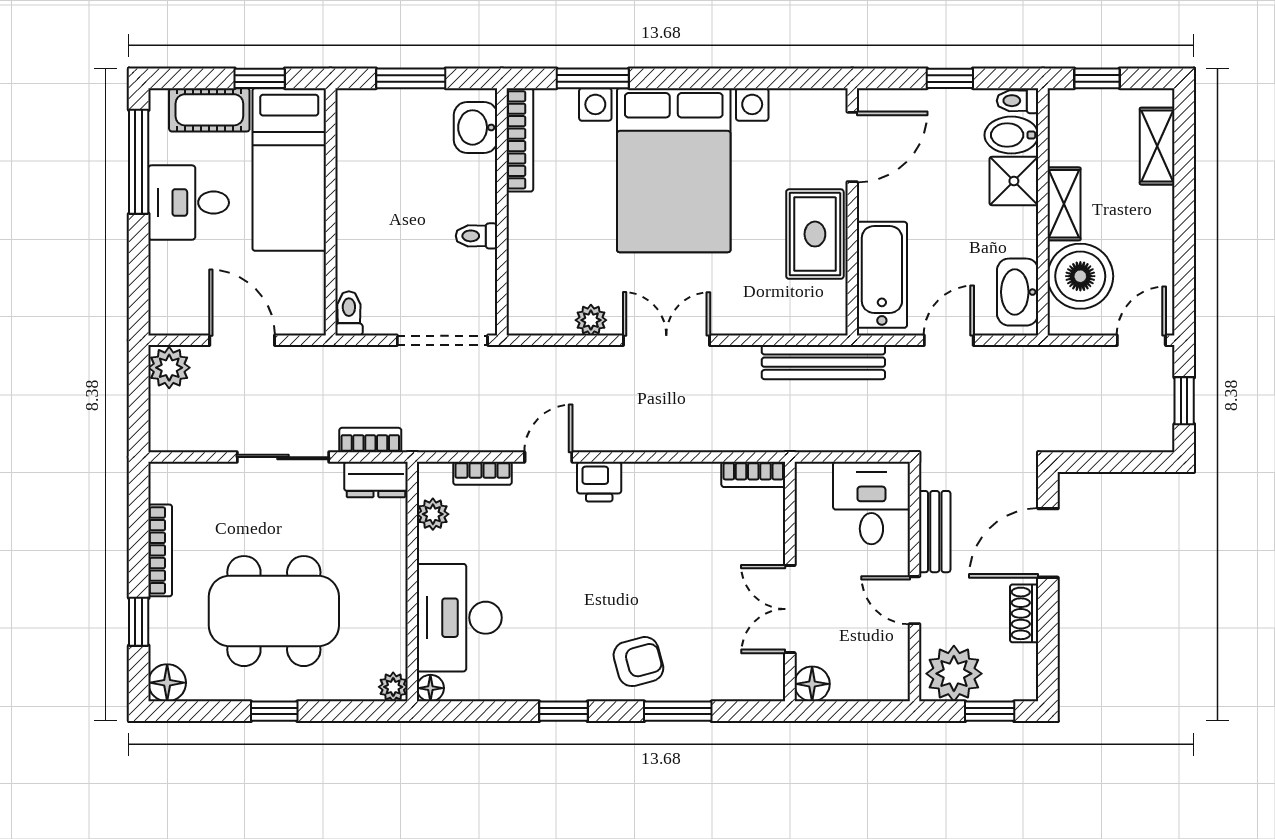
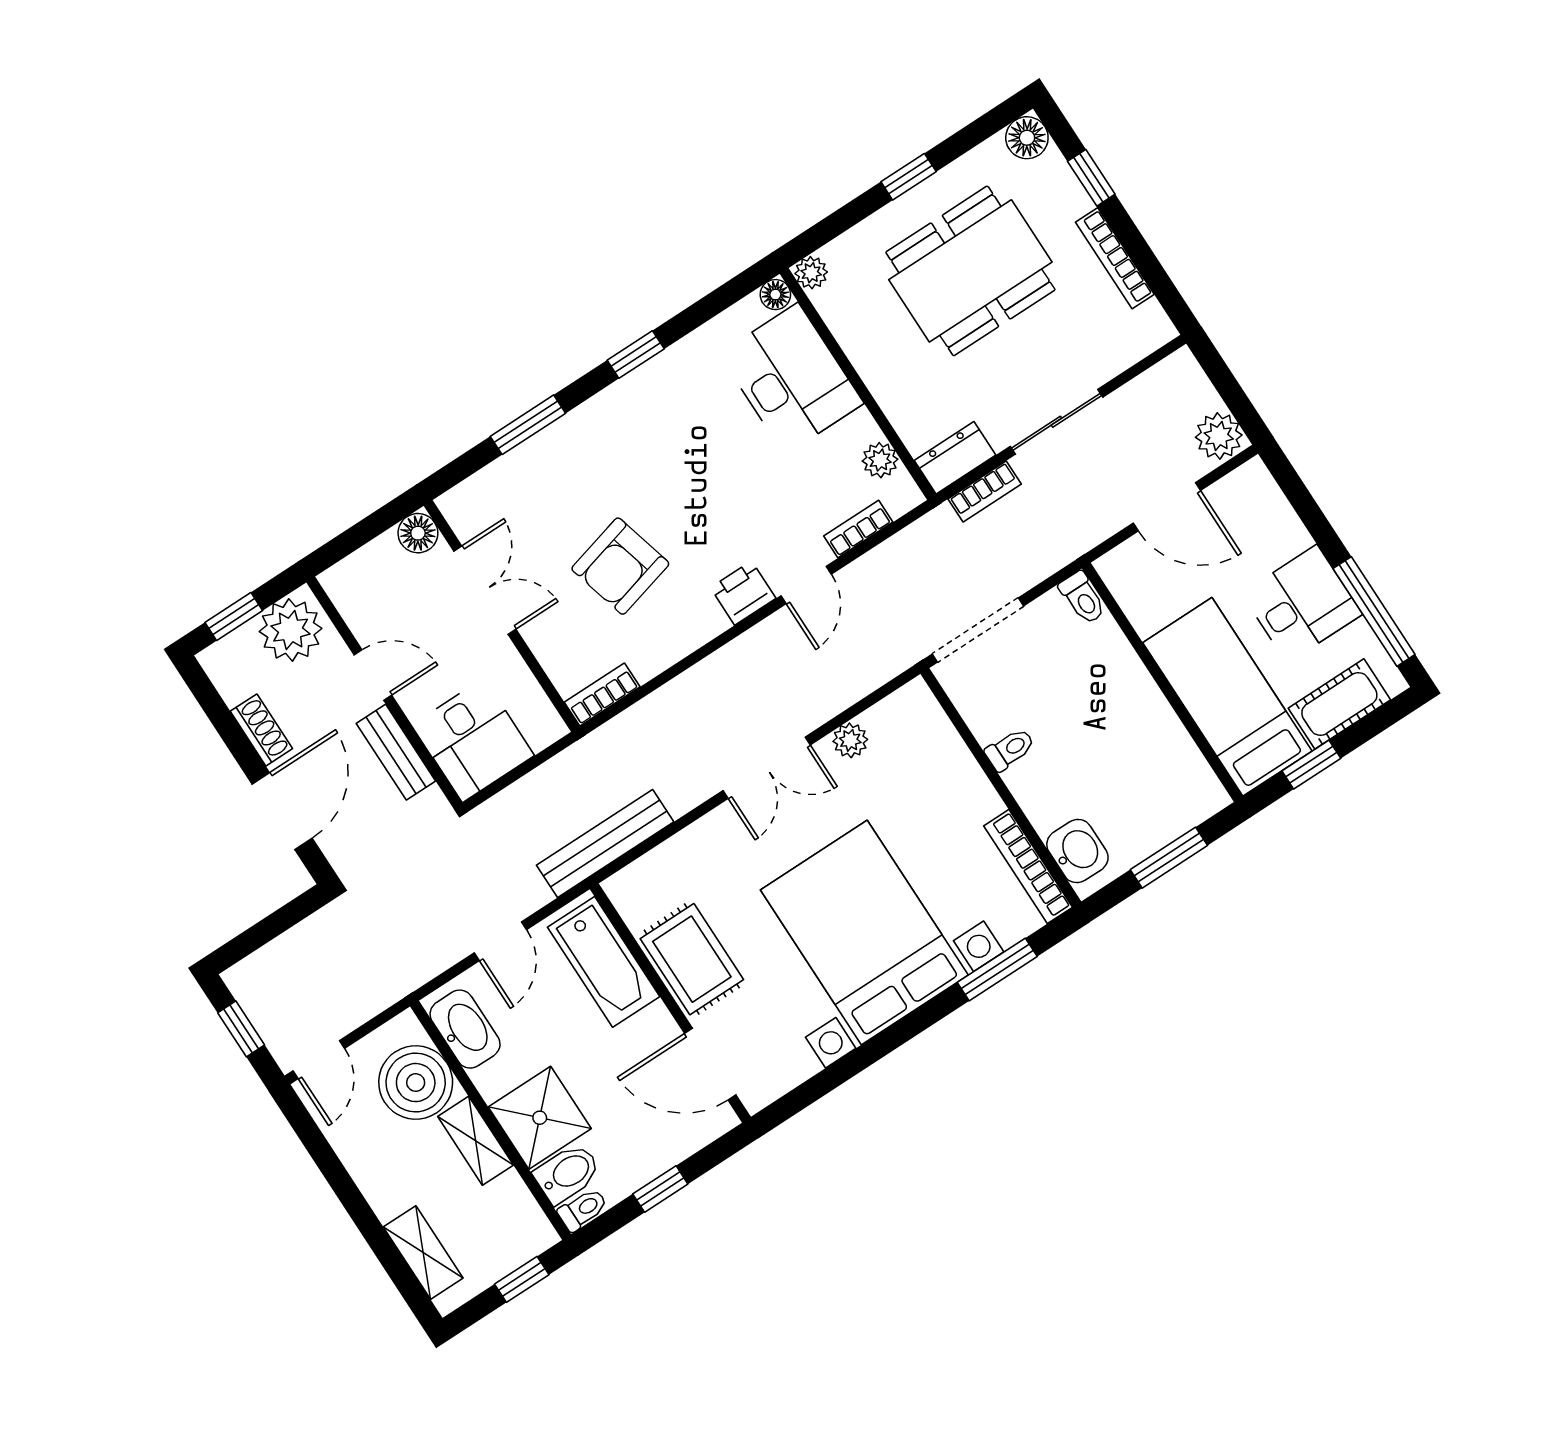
door: (852, 147) -> (710, 1064), hinge flipped
shower: (1014, 181) -> (540, 1118), width x1.36, depth x1.36
armchair: (638, 662) -> (620, 566), moved, width x1.38, depth x1.38

